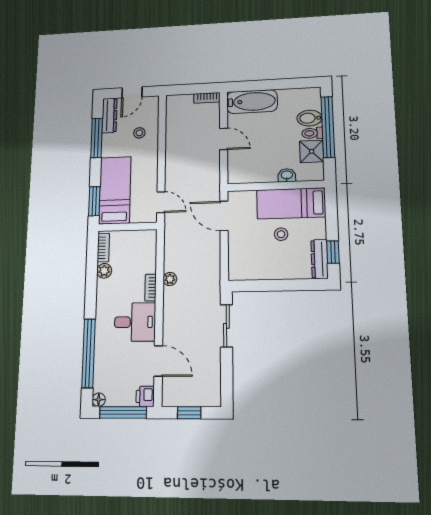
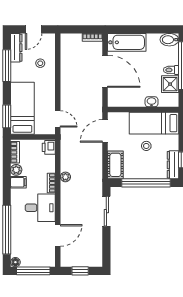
bidet: (310, 118) -> (169, 40), moved
door: (224, 139) -> (105, 71), width x1.87
door: (224, 216) -> (105, 131), hinge flipped
cot: (238, 261) -> (115, 165), added
window: (282, 285) -> (146, 183), added
filing cabinet: (106, 287) -> (18, 182), added
door: (158, 361) -> (58, 235), hinge flipped
printer: (145, 396) -> (49, 147), moved

